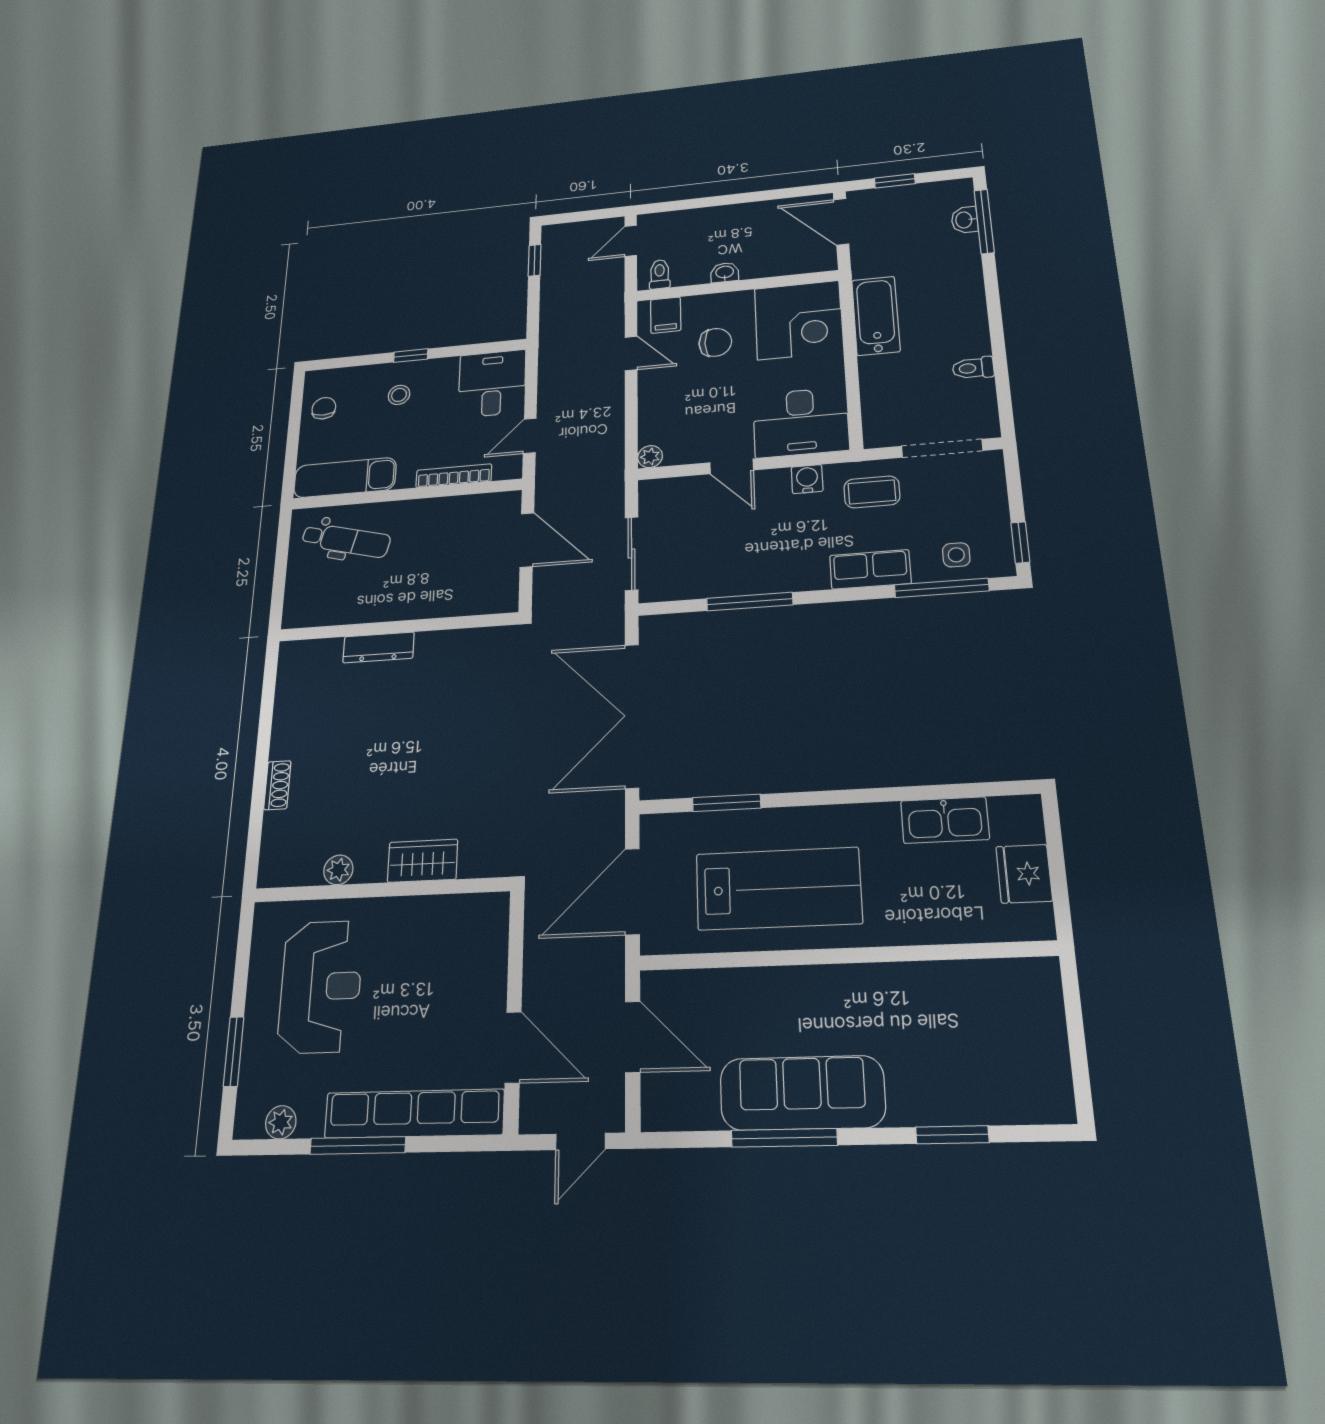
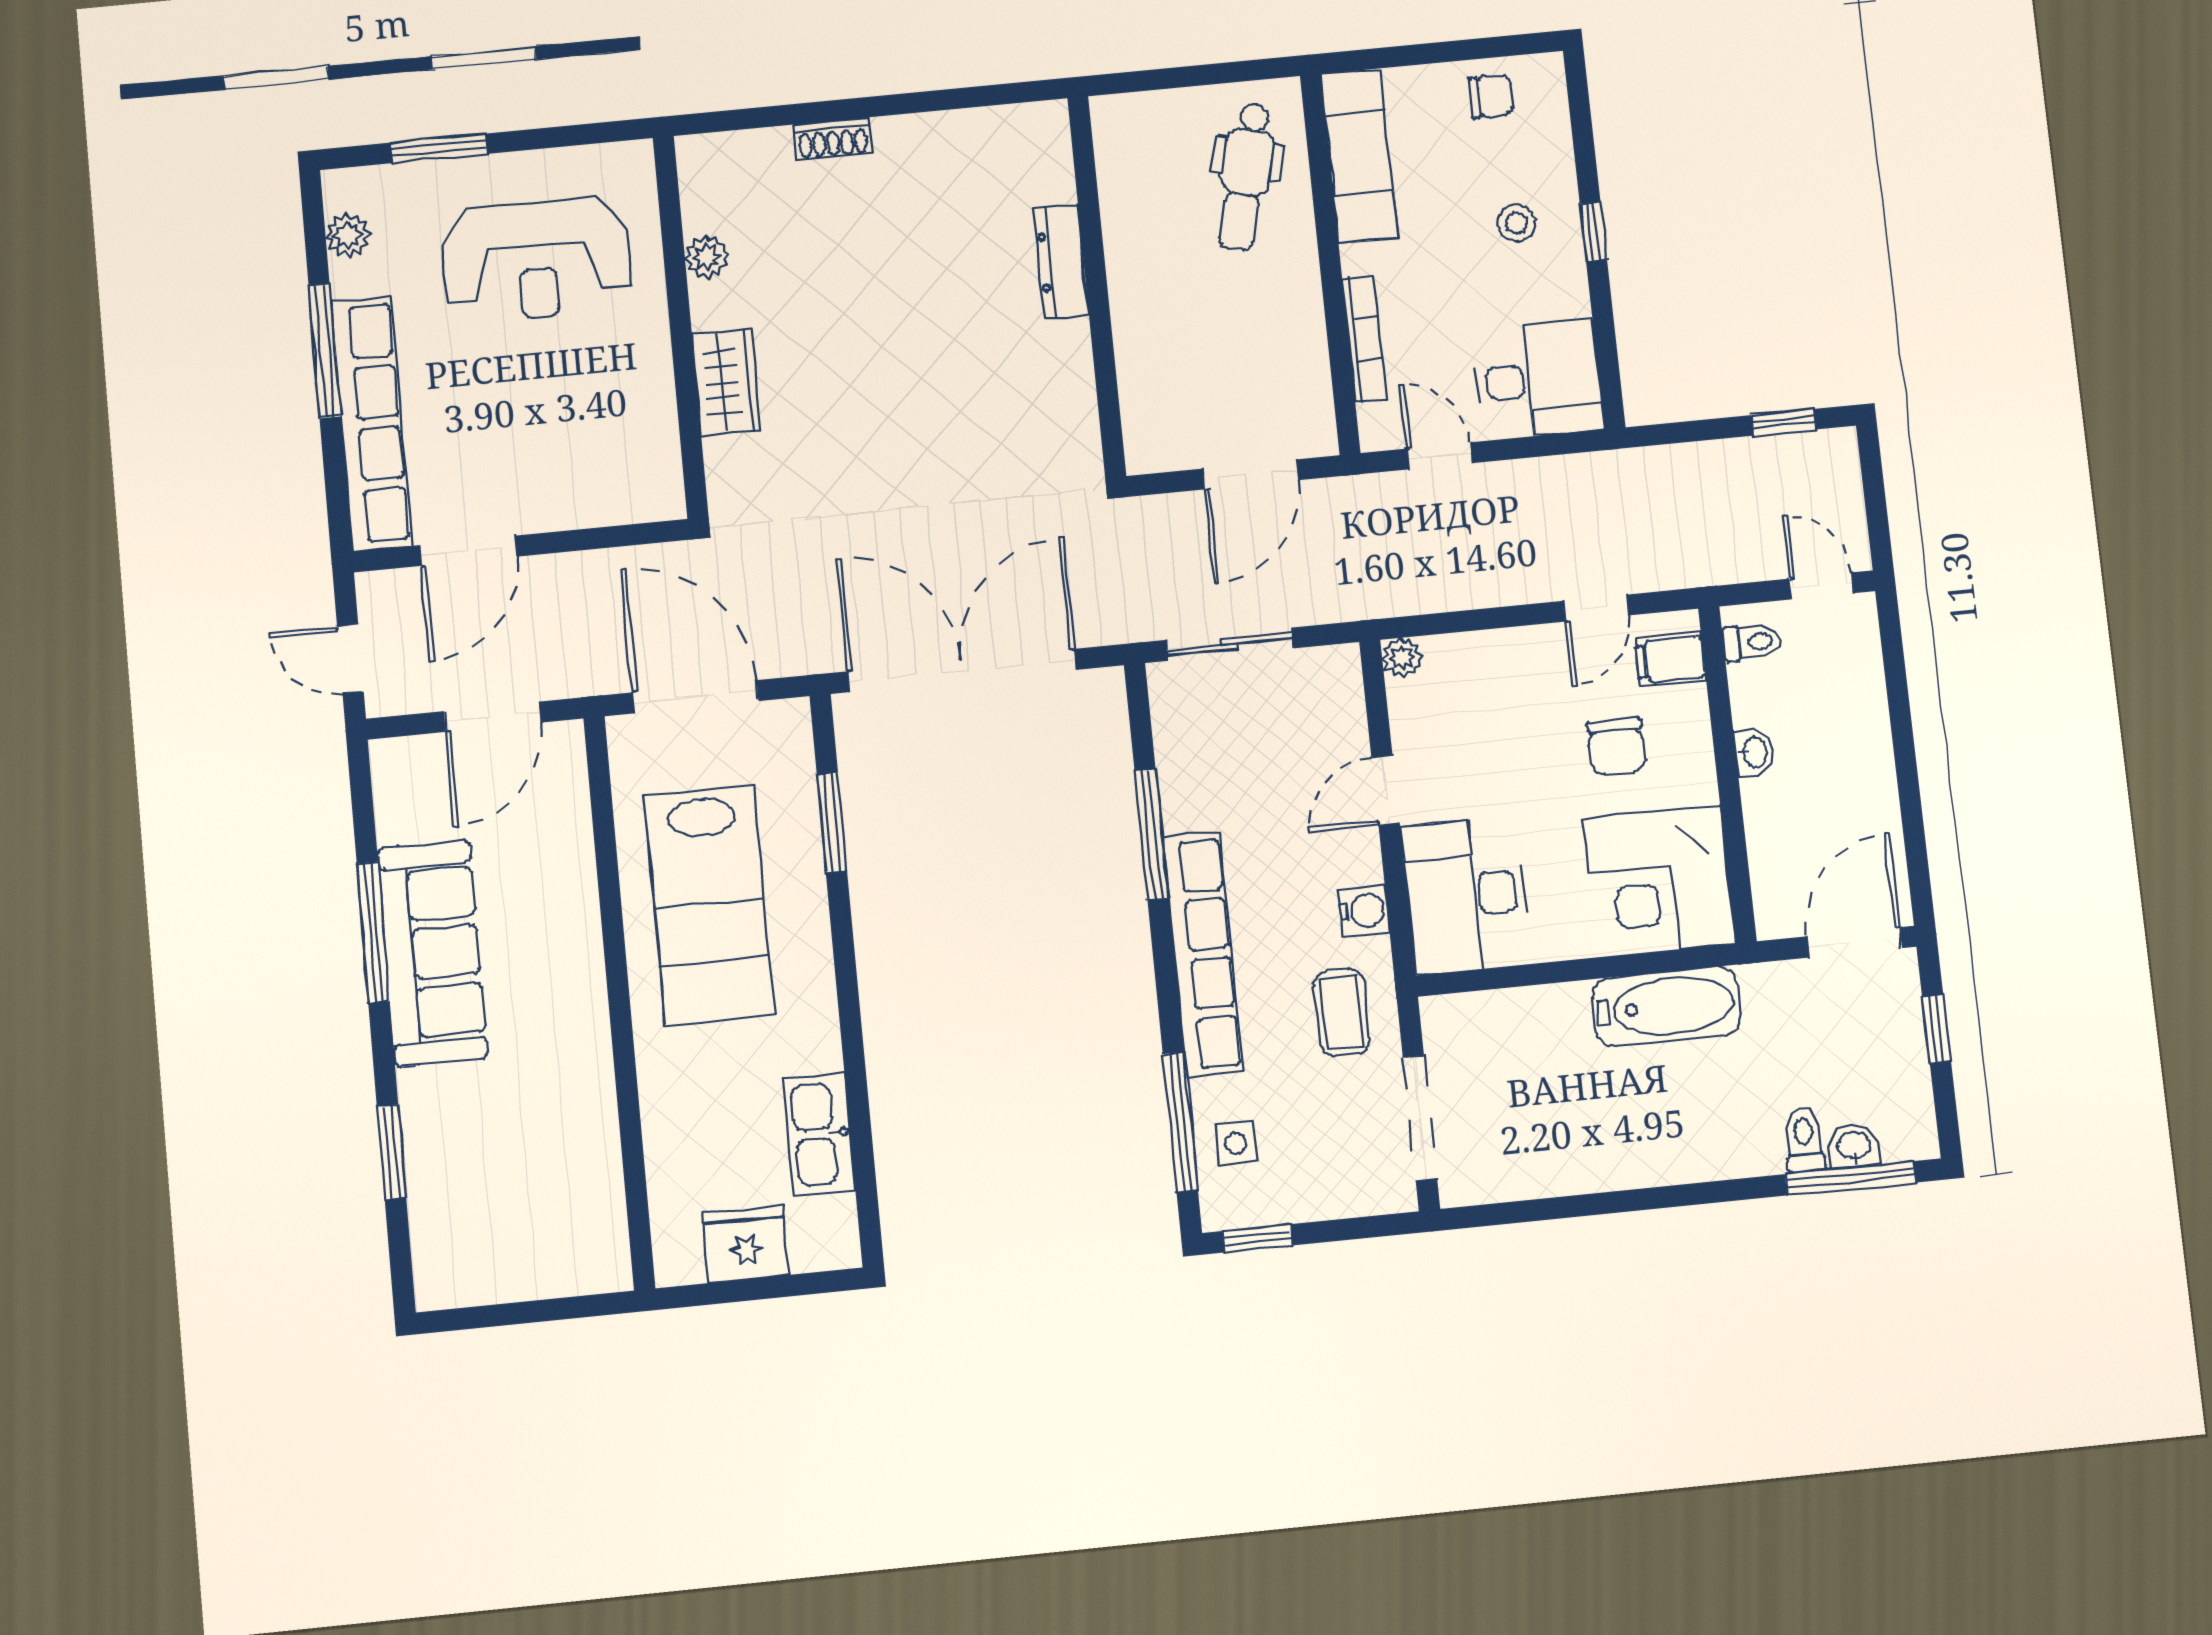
toilet: (973, 368) -> (1804, 1140), moved
row of seats: (870, 569) -> (1203, 954), width x2.02

